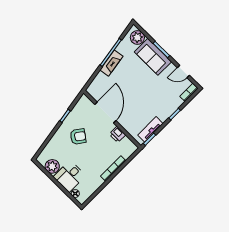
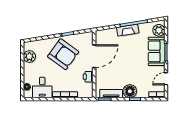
door: (183, 71) -> (166, 79), hinge flipped
floor lamp: (164, 112) -> (130, 91), added
armchair: (78, 137) -> (63, 54), width x1.88, depth x1.88
desk: (70, 176) -> (42, 87), moved, turned -90

